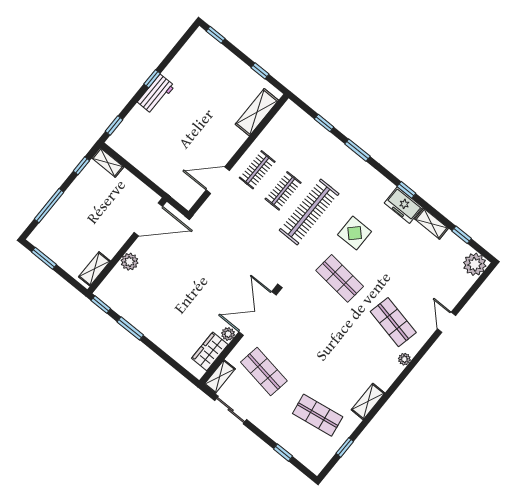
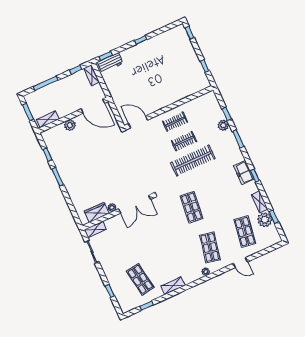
workbench: (156, 94) -> (110, 63), moved
shelving: (257, 112) -> (191, 89), removed
plant: (327, 141) -> (223, 125), added
door: (218, 180) -> (138, 122), moved
freezer: (403, 205) -> (244, 173), moved
door: (148, 219) -> (93, 106), moved
display table: (355, 233) -> (213, 186), removed
wall: (127, 246) -> (73, 115), moved
plant: (129, 262) -> (70, 125), moved
plant: (475, 264) -> (265, 220), moved
shelving: (94, 269) -> (48, 119), moved
double door: (258, 314) -> (135, 204), swing flipped
door: (447, 322) -> (240, 263), swing flipped
shop shelf: (264, 372) -> (245, 231), moved

